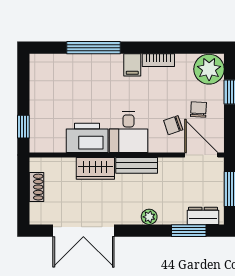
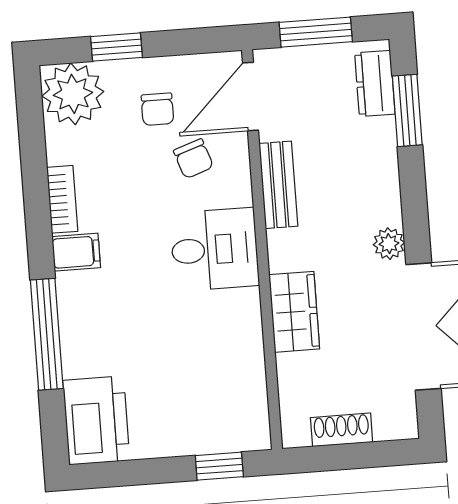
chair: (198, 110) -> (157, 109), turned -93
printer: (87, 138) -> (96, 420), moved, turned 180
bench: (137, 165) -> (278, 185), moved
plant: (149, 217) -> (389, 244), moved

